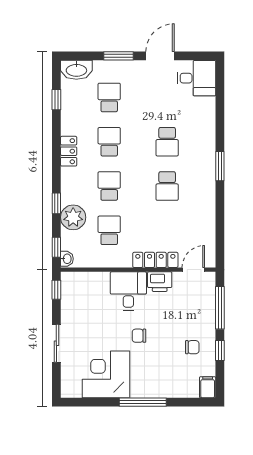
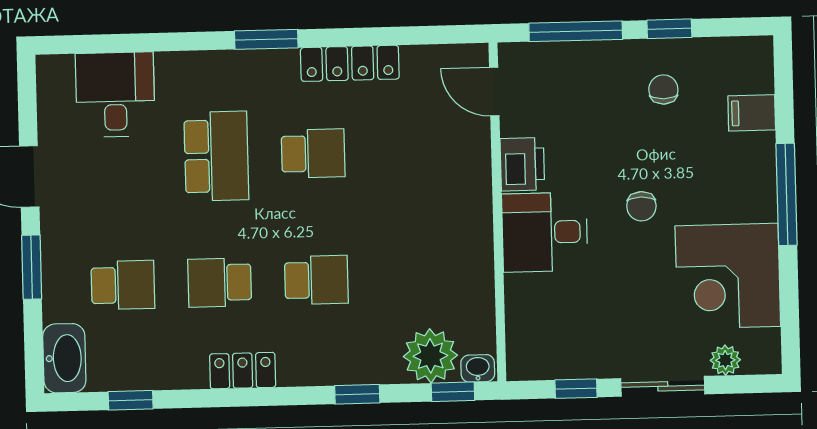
desk: (196, 78) -> (115, 95), moved
school desk: (109, 97) -> (123, 285), turned 180
school desk: (167, 142) -> (216, 156), width x1.85
school desk: (109, 186) -> (316, 280), turned 180
plant: (73, 217) -> (430, 356), moved
school desk: (109, 230) -> (413, 277), removed
locker: (155, 260) -> (350, 63), moved, turned -90
window: (56, 290) -> (576, 389), moved
plant: (68, 372) -> (725, 360), added
filing cabinet: (208, 387) -> (752, 113), moved

